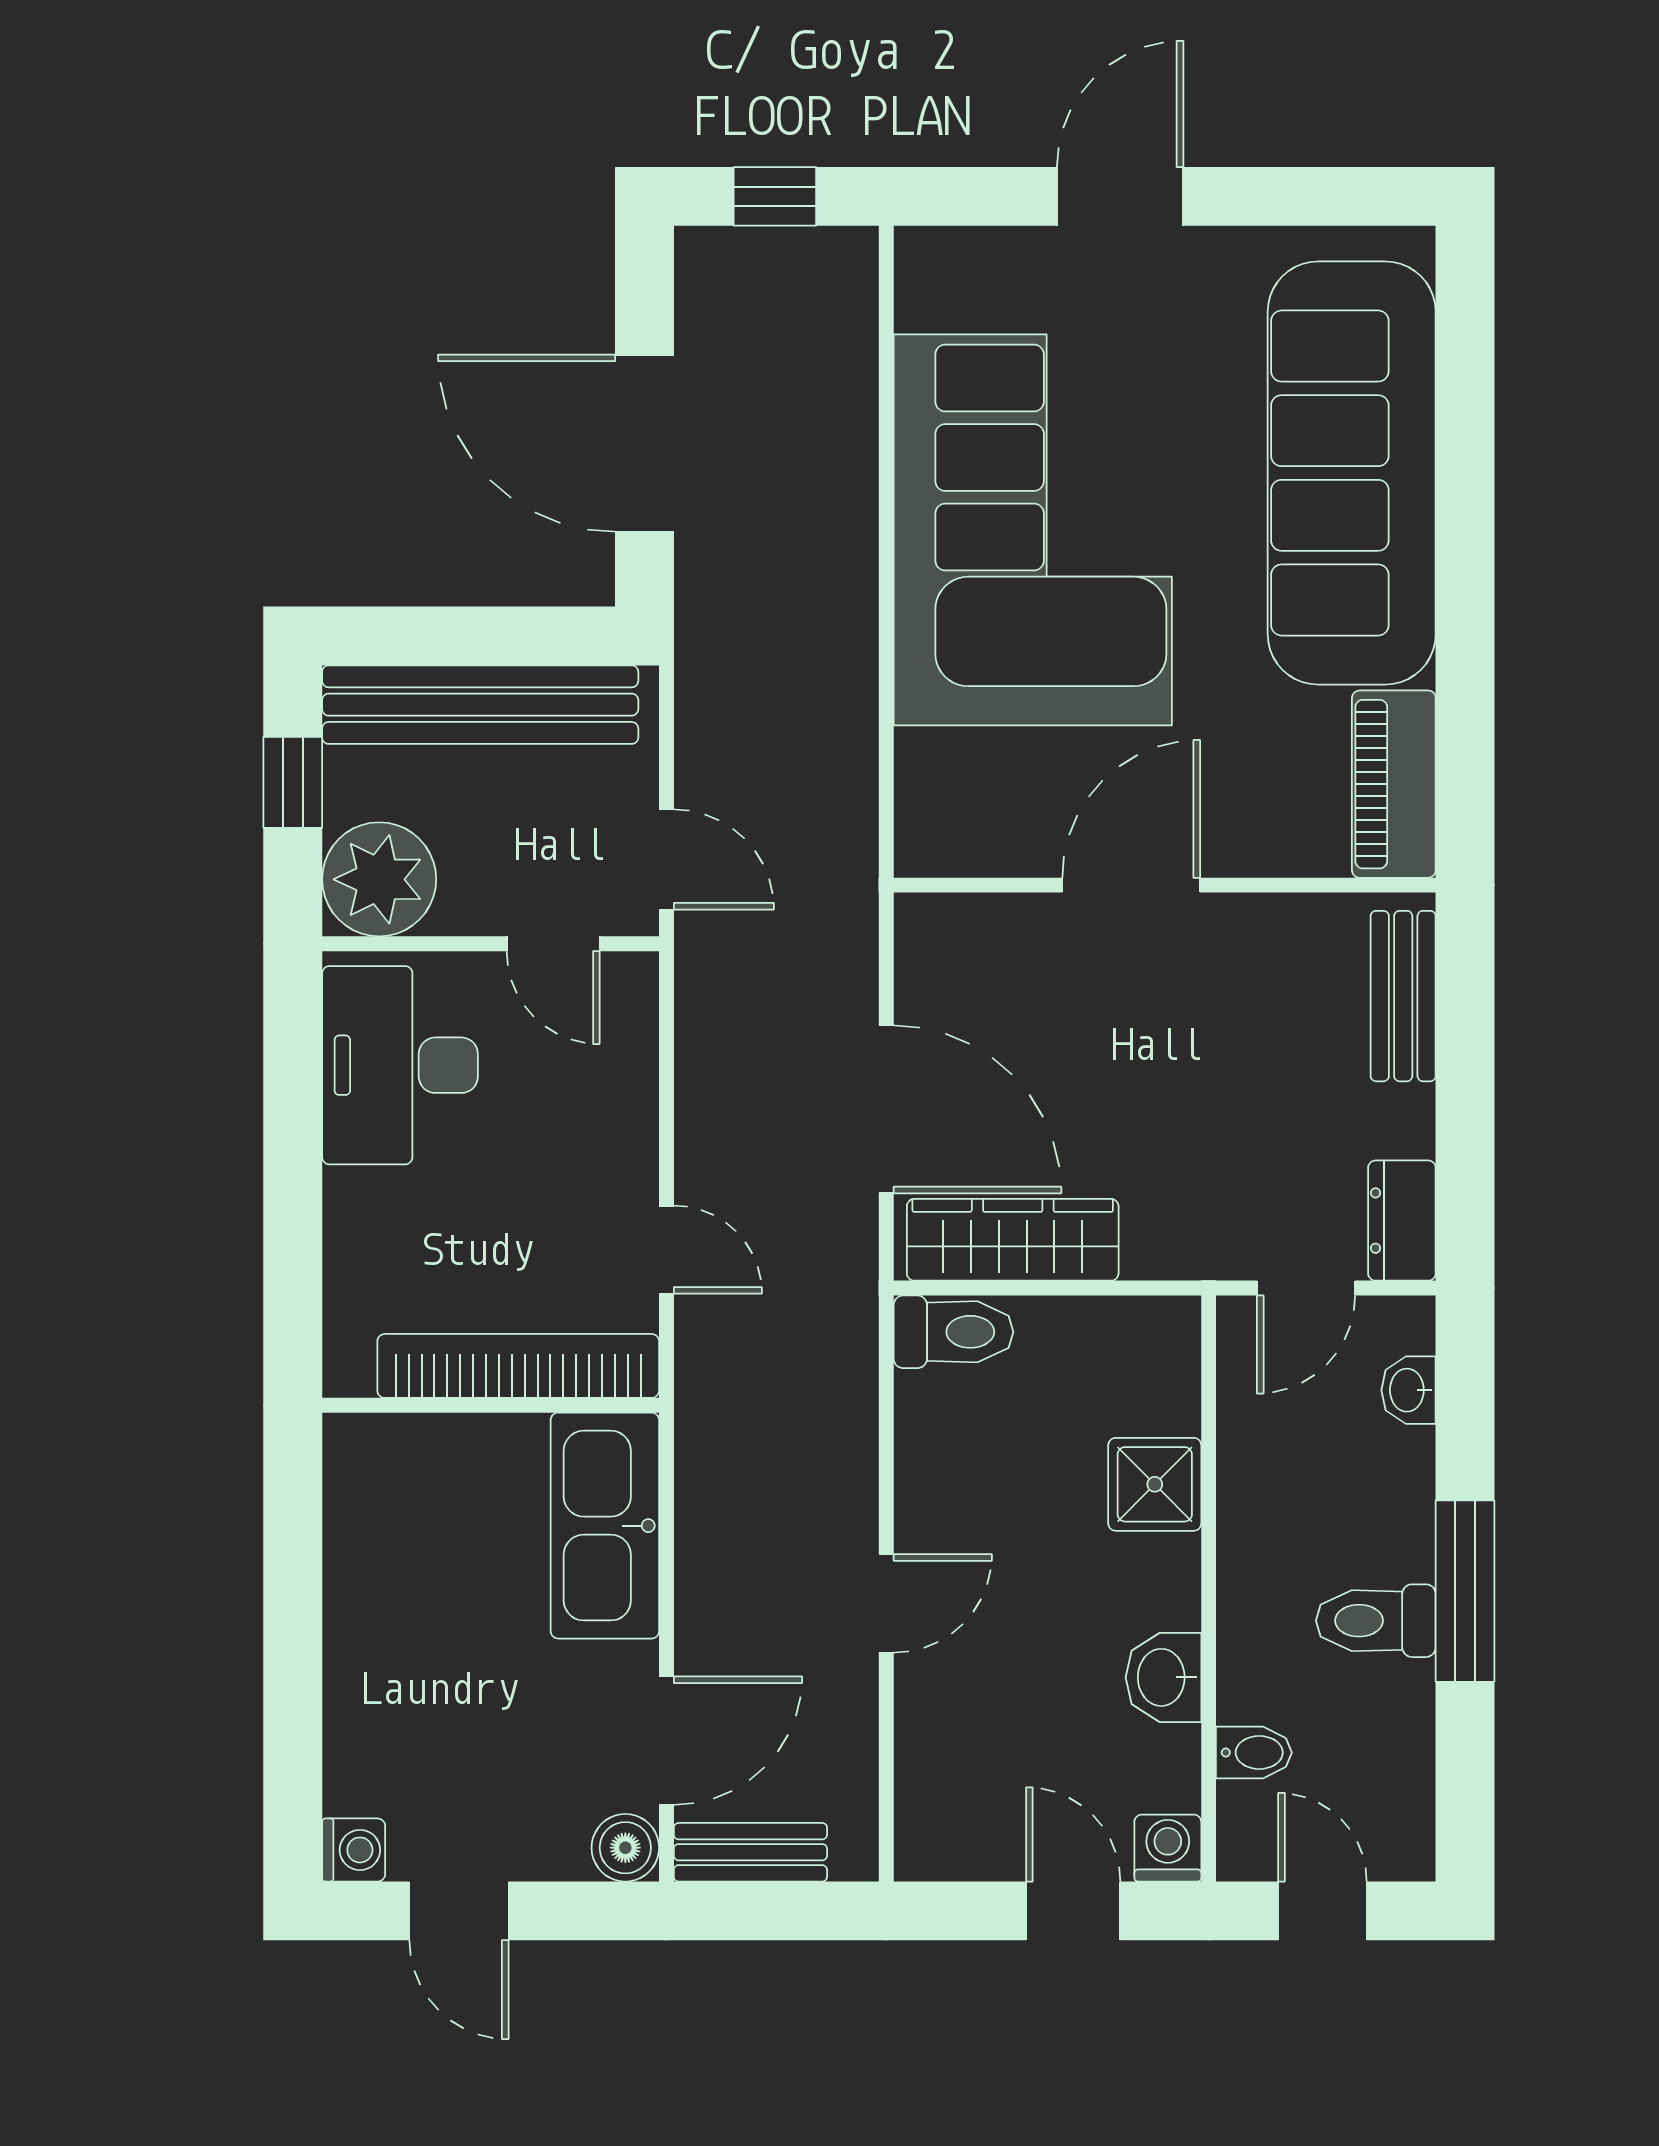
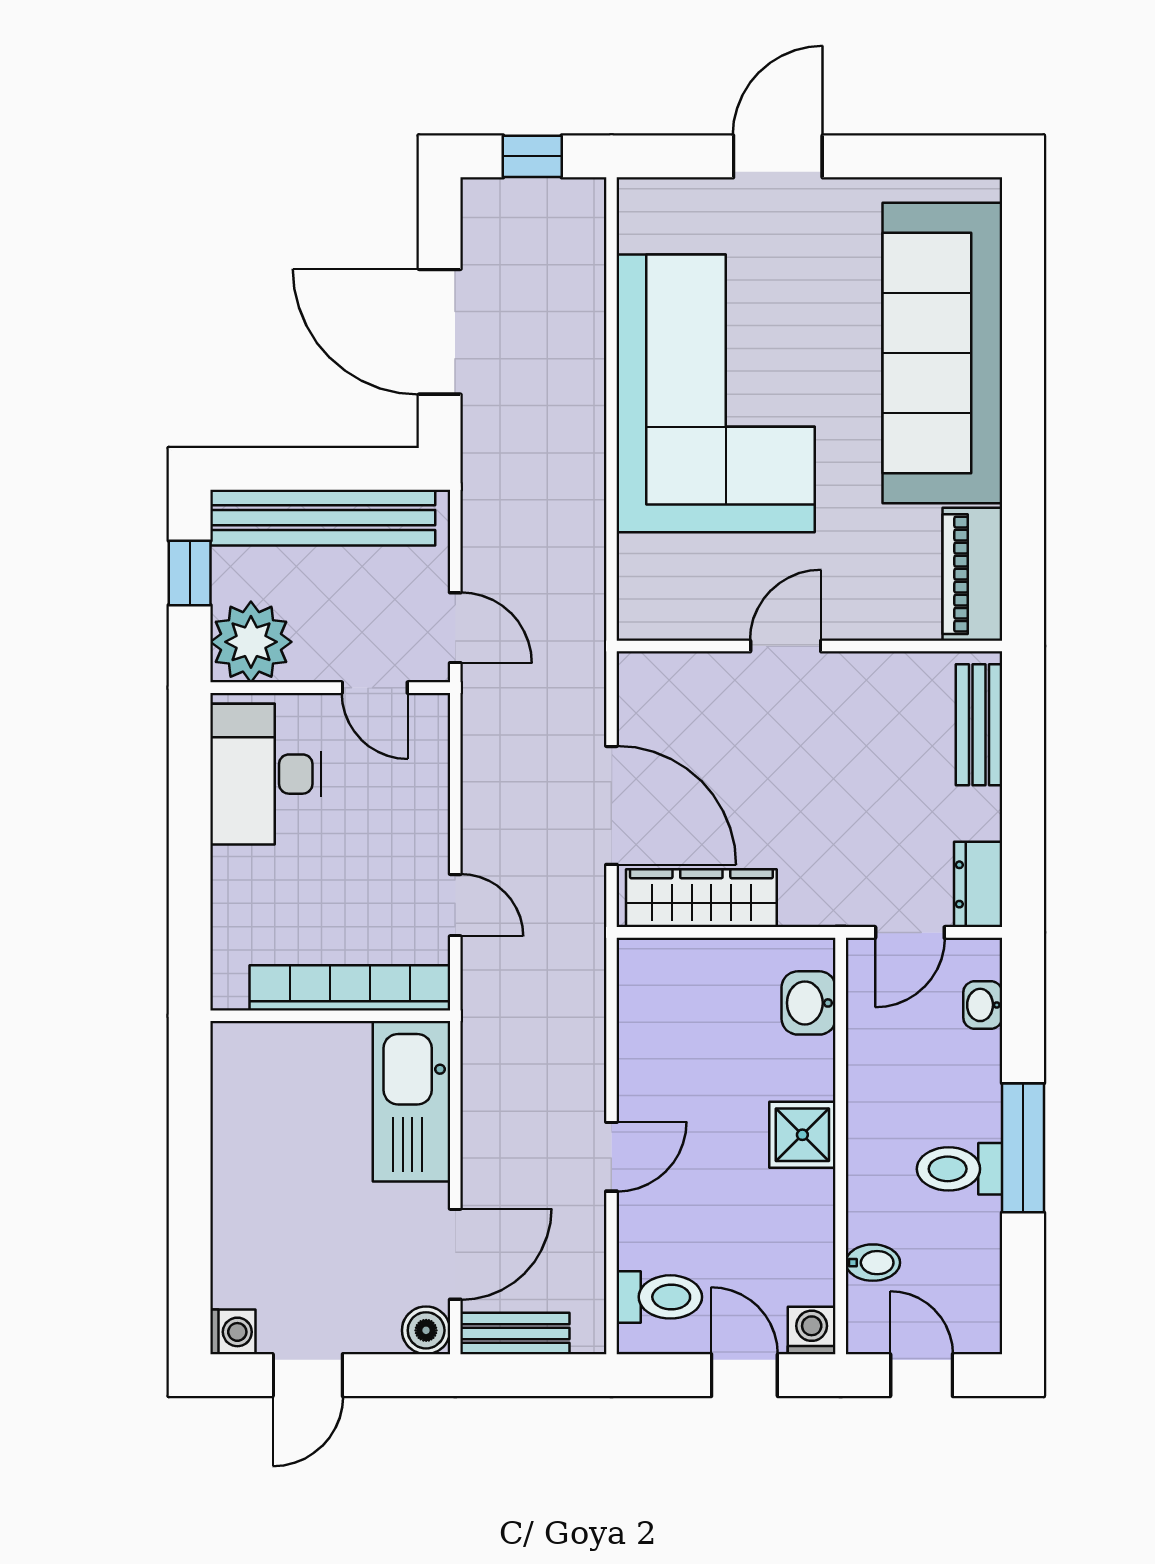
door: (1131, 885) -> (786, 646), width x0.73
toilet: (953, 1332) -> (659, 1297), moved
shower: (1155, 1484) -> (802, 1135), moved
washbasin: (1163, 1677) -> (809, 1003), moved
door: (459, 1911) -> (308, 1375), hinge flipped

